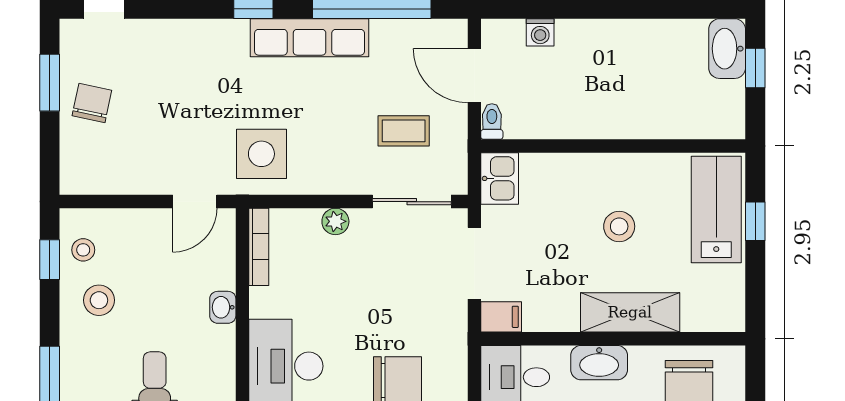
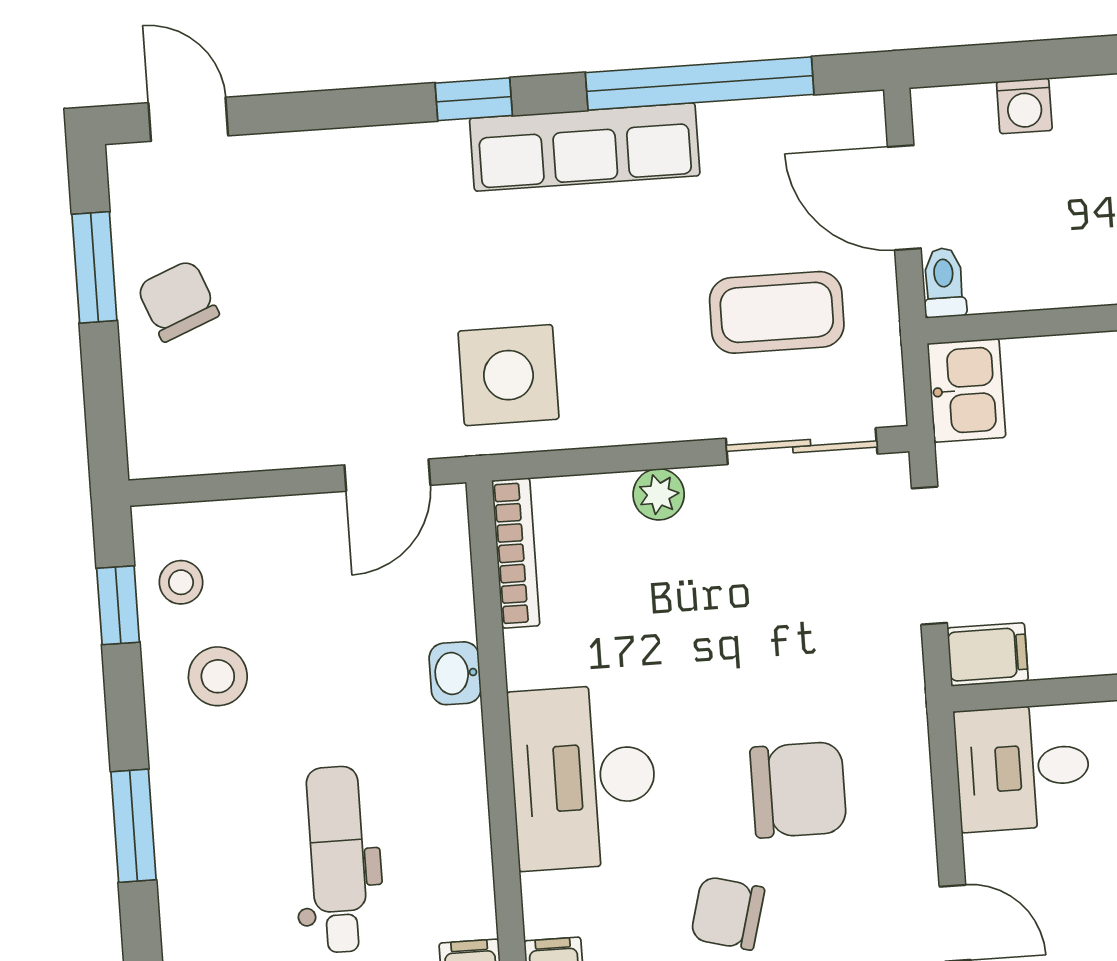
chair: (92, 103) -> (178, 301), turned -34
coffee table: (404, 131) -> (777, 312), width x1.36, depth x1.30

